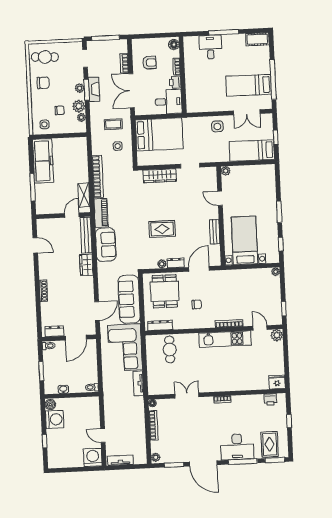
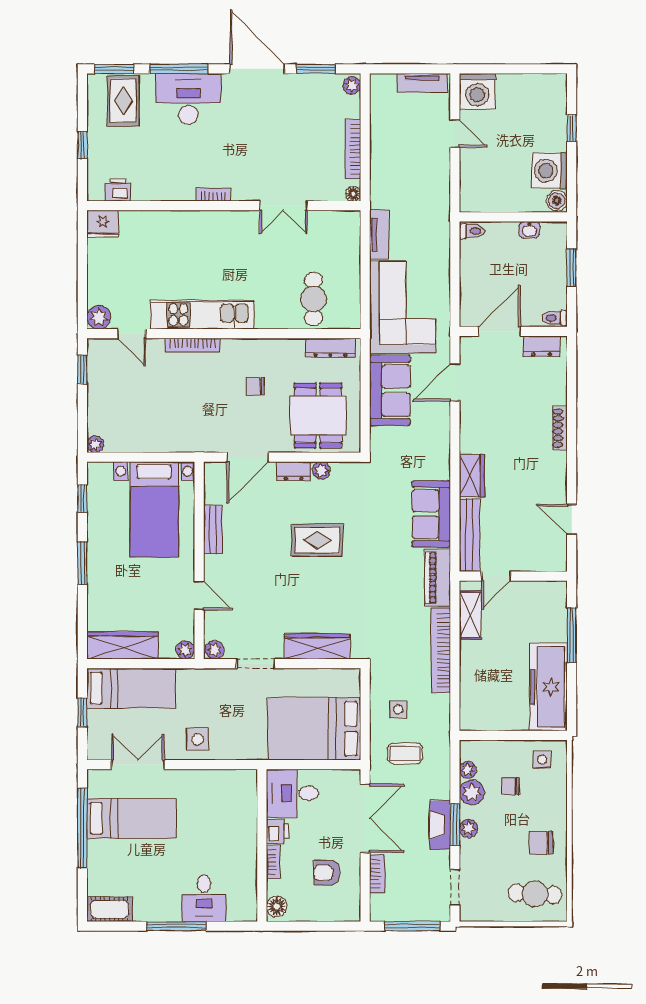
plant: (211, 172) -> (215, 650), added
wardrobe: (257, 172) -> (123, 645), added
sofa: (129, 299) -> (390, 391), width x0.73

